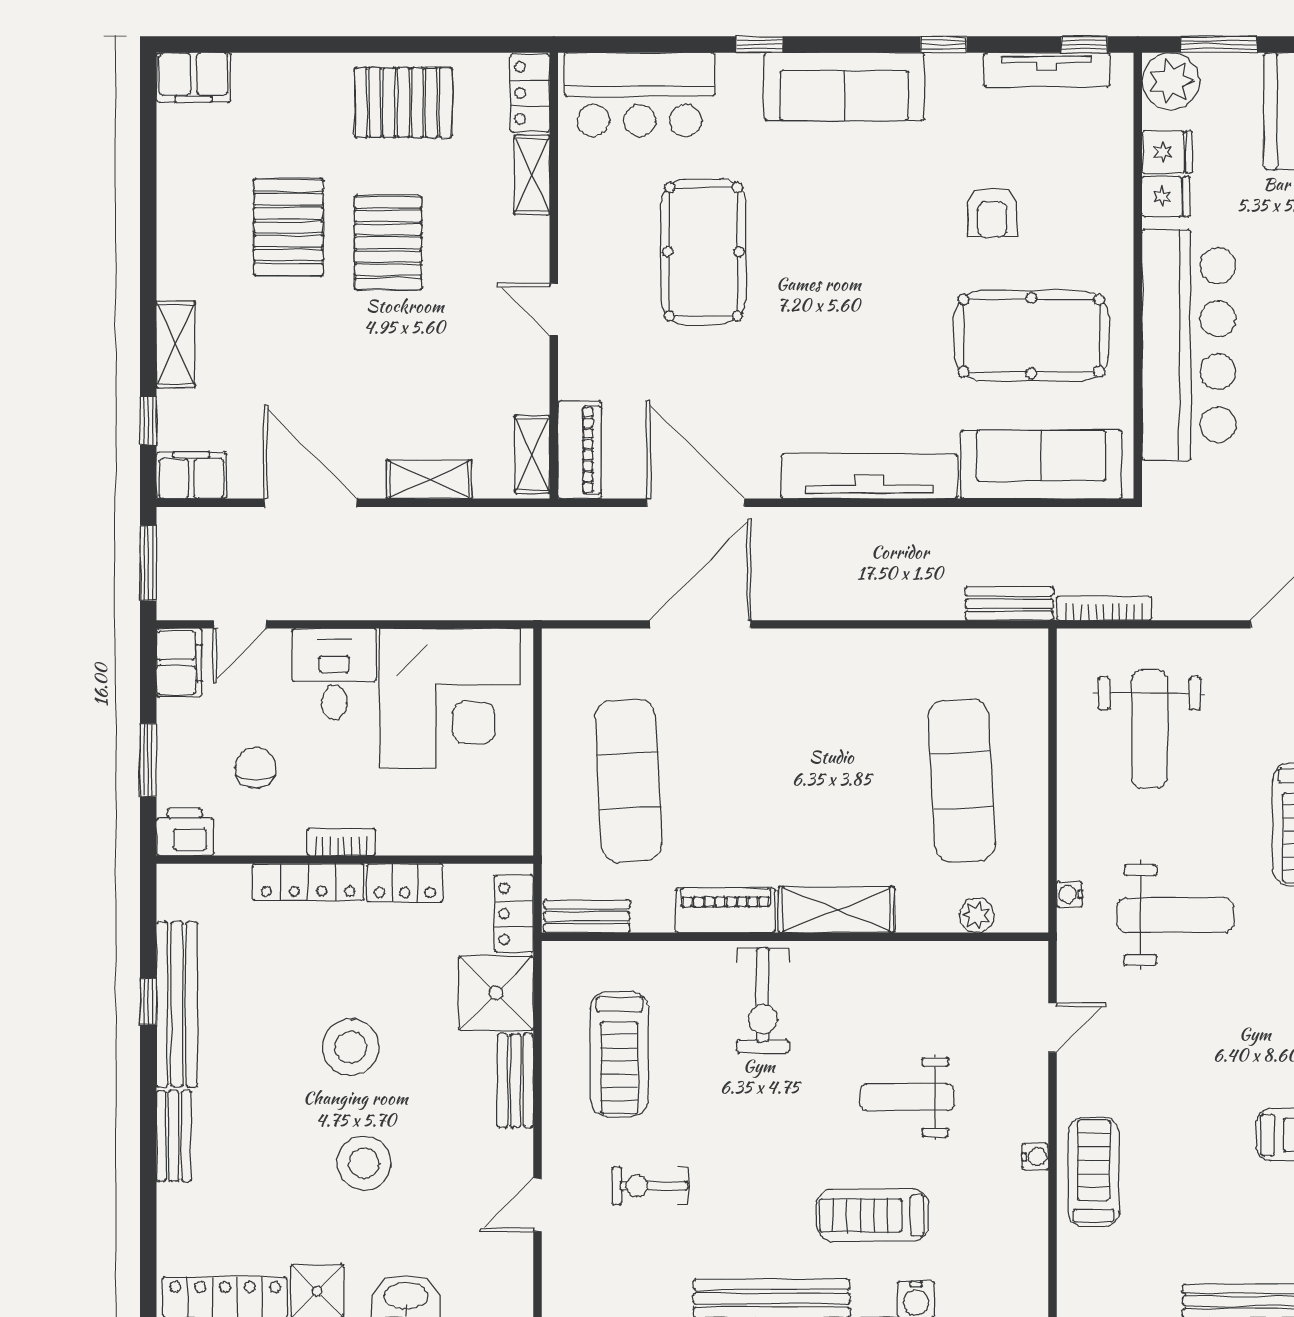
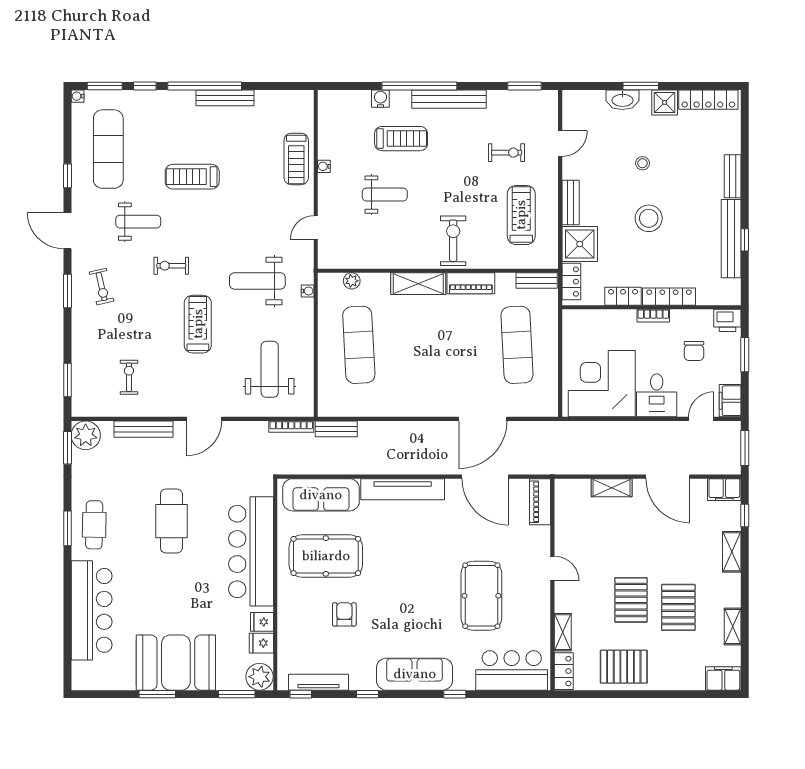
shelving: (532, 454) -> (733, 627), moved
stool: (364, 1163) -> (642, 163), width x0.53, depth x0.53

